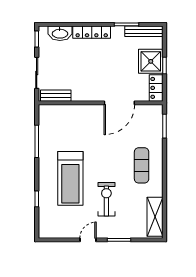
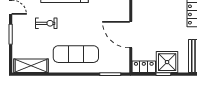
exercise mat: (142, 165) -> (76, 54), width x1.36, depth x1.45
exercise bike: (106, 199) -> (46, 23), width x0.73, depth x0.72

